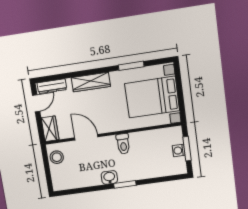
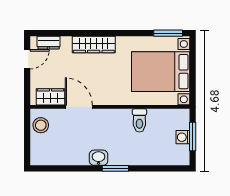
window: (131, 66) -> (168, 33), moved
dresser: (52, 86) -> (49, 43), width x0.70
wardrobe: (50, 129) -> (50, 97), moved, turned -90
toilet: (123, 144) -> (139, 120), moved

